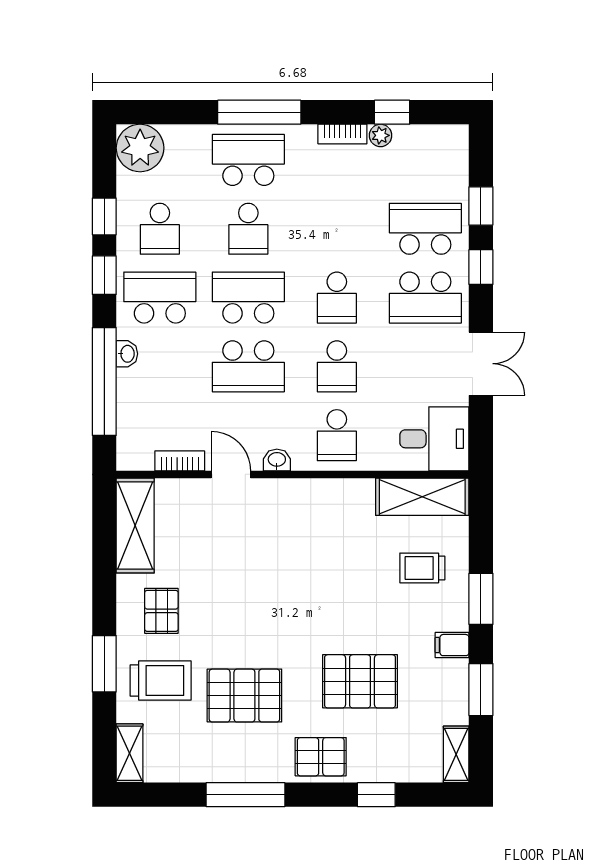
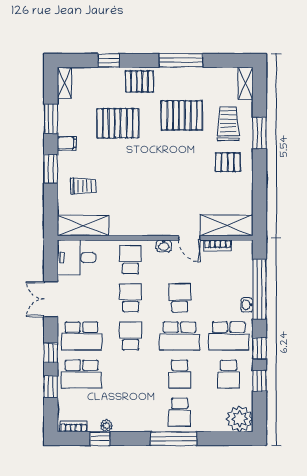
bookcase: (342, 134) -> (73, 427), moved
school desk: (248, 160) -> (180, 412), width x0.54
school desk: (160, 229) -> (229, 374), turned 180
school desk: (248, 229) -> (180, 374), turned 180
school desk: (425, 298) -> (82, 336), turned 180
school desk: (248, 366) -> (180, 298), width x0.54
shelving: (135, 525) -> (227, 225), moved, turned 90
pallet: (161, 611) -> (228, 162), turned 90
trolley: (161, 680) -> (228, 124), turned 90

